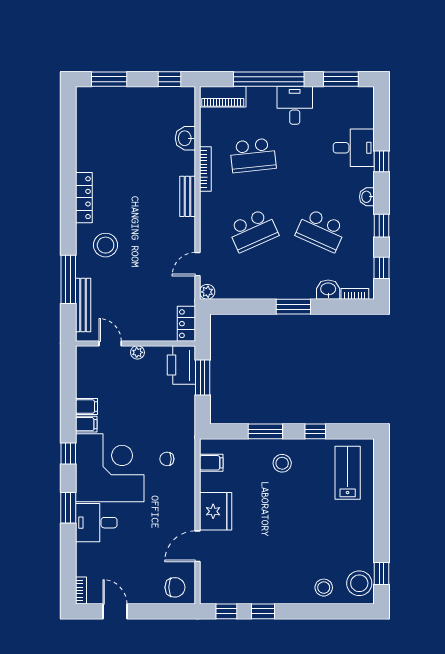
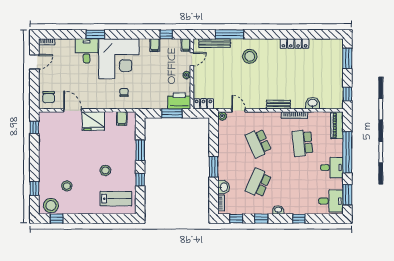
desk: (354, 148) -> (331, 201), moved, turned -90
locker: (84, 198) -> (294, 44), moved
filing cabinet: (86, 424) -> (186, 45), moved
window: (68, 454) -> (166, 34), moved
stool: (282, 463) -> (105, 170), moved
stool: (324, 588) -> (67, 186), moved
window: (263, 611) -> (34, 189), moved

